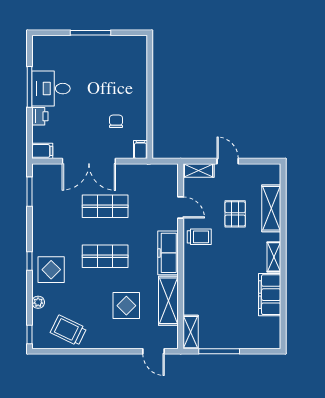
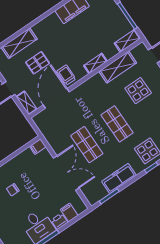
chair: (116, 121) -> (13, 190), moved
filing cabinet: (42, 151) -> (69, 212), moved
door: (181, 207) -> (56, 98), width x1.87
freezer: (168, 253) -> (119, 178), moved, turned 180
shelving: (274, 257) -> (95, 63), moved

